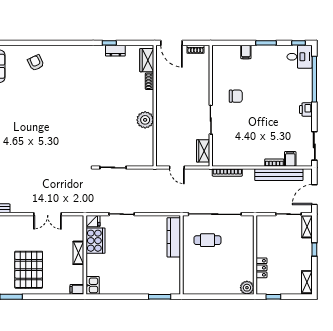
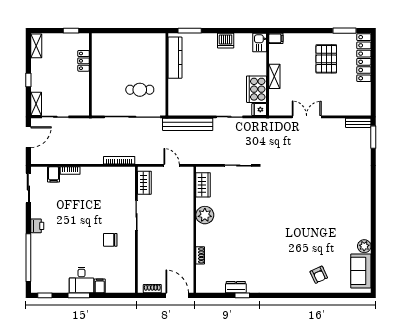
desk: (300, 57) -> (82, 280), moved, turned -90
wardrobe: (147, 60) -> (203, 185), moved
bench: (279, 175) -> (188, 124), moved
kitchen counter: (174, 237) -> (175, 58), moved
pallet: (29, 270) -> (326, 59), width x0.73, depth x0.71
dishwasher: (125, 287) -> (226, 41), added
plant: (247, 288) -> (99, 40), removed

